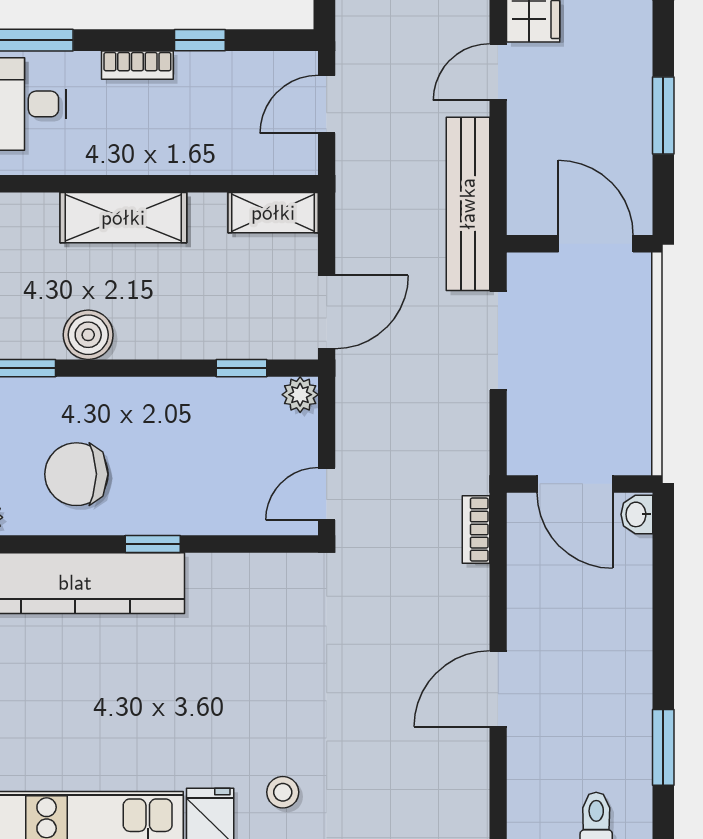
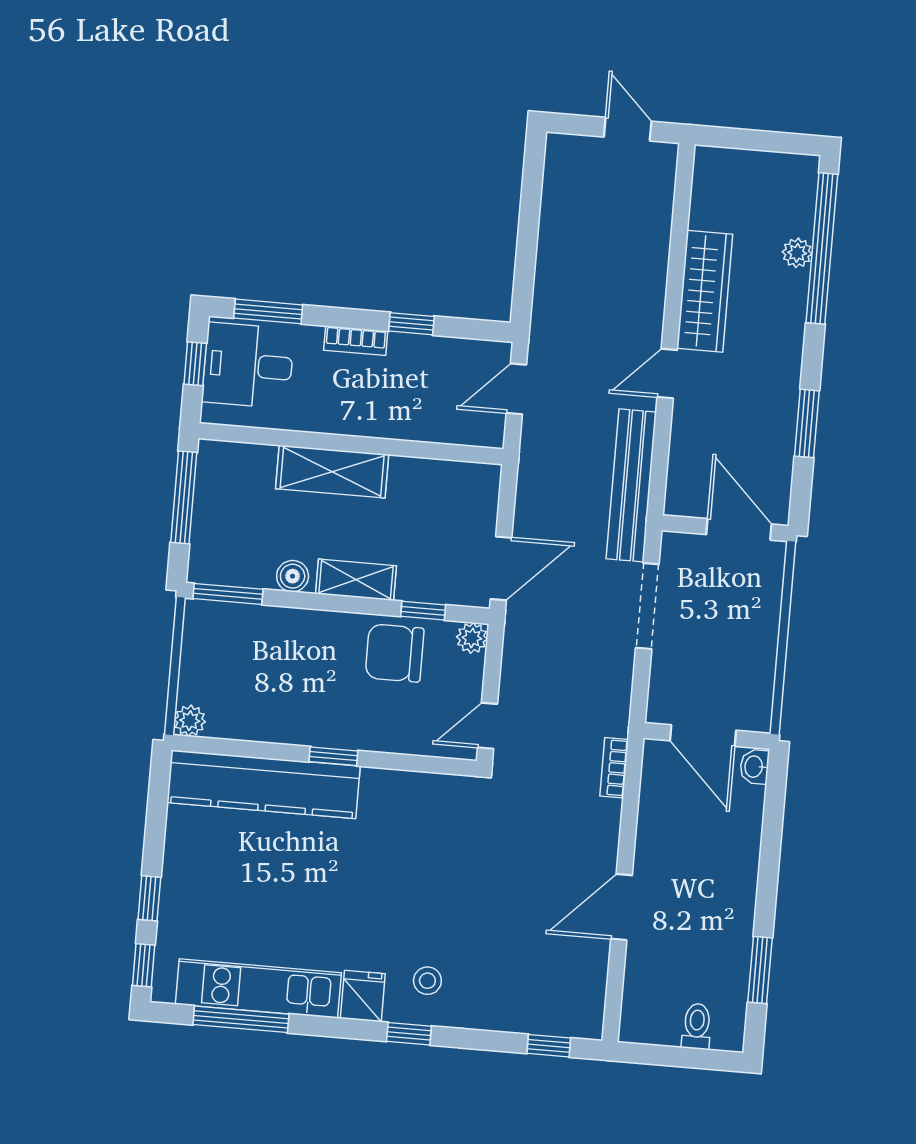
shelving: (273, 213) -> (356, 580), moved
boiler: (88, 335) -> (293, 576), width x0.73, depth x0.73
chair: (76, 474) -> (395, 653), moved

